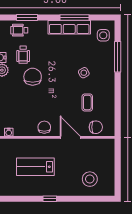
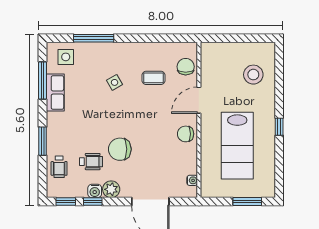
window: (27, 18) -> (43, 141), moved
window: (74, 18) -> (43, 81), moved
row of seats: (69, 27) -> (55, 92), width x0.68
lab bench: (35, 167) -> (237, 146), width x1.36, depth x1.39

